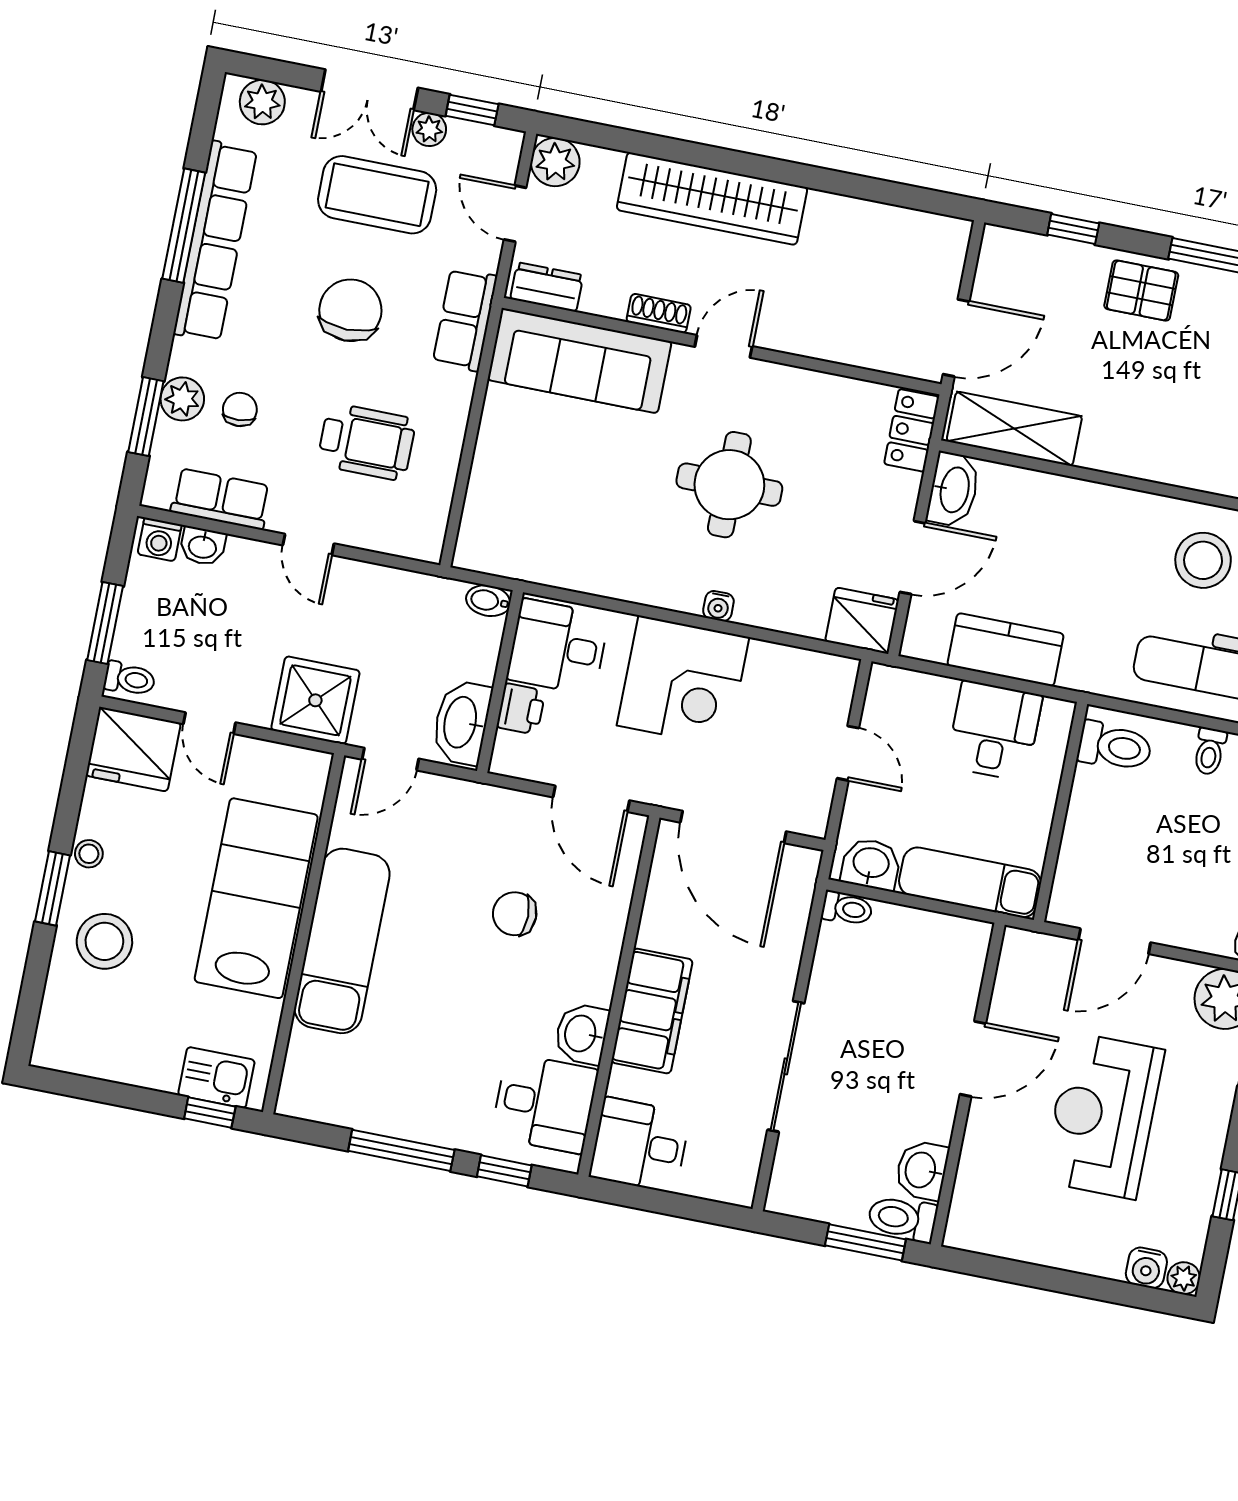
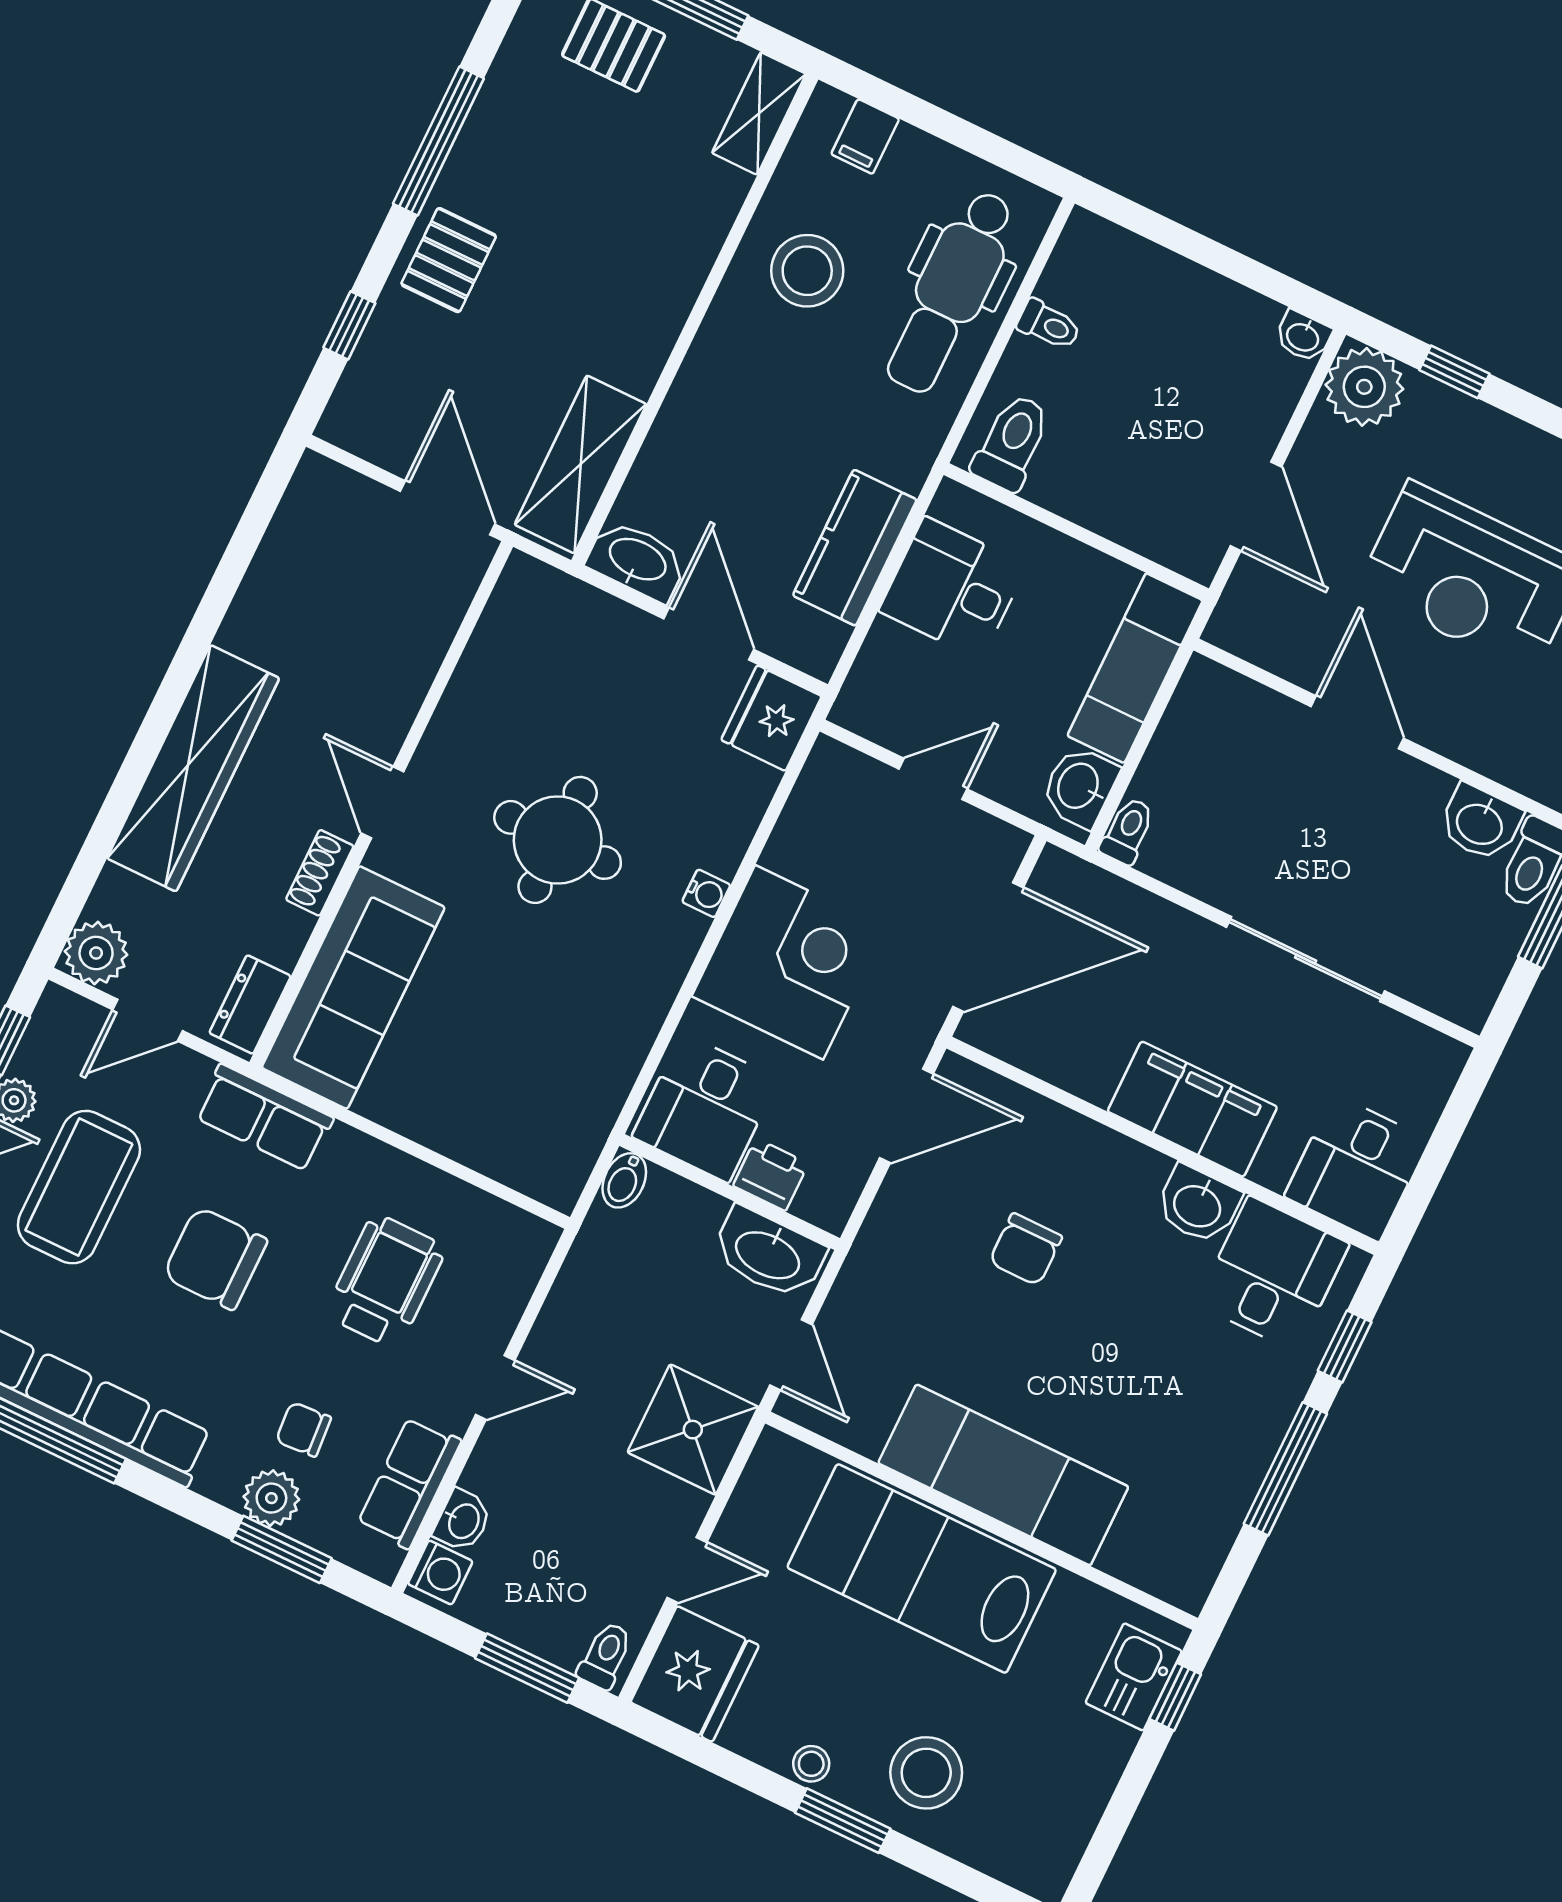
locker: (912, 430) -> (549, 594), removed

